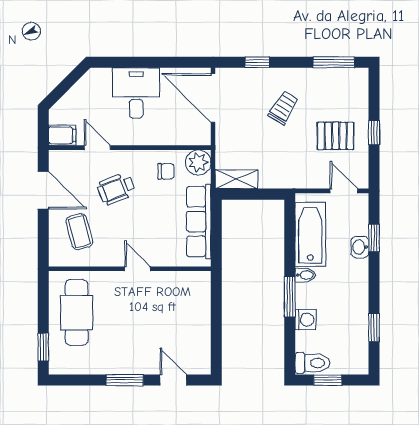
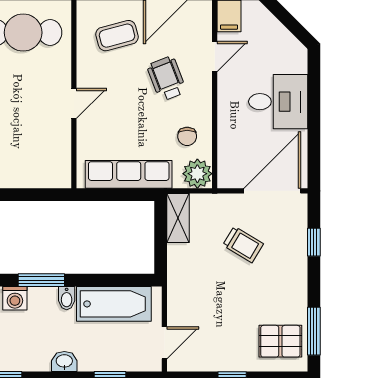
trolley: (284, 108) -> (243, 244), moved
pallet: (336, 136) -> (280, 341), moved, turned 90
washbasin: (360, 247) -> (64, 362), moved

